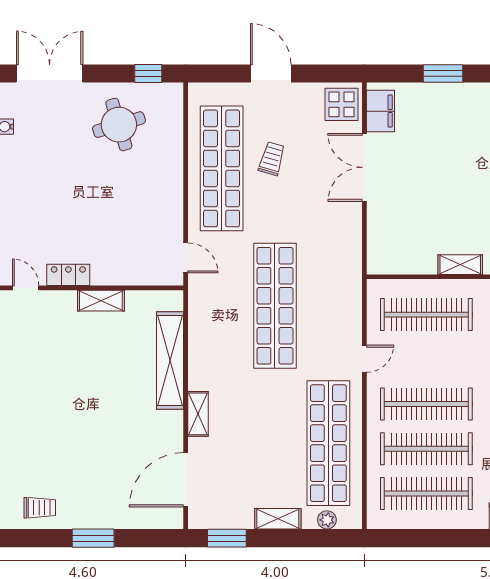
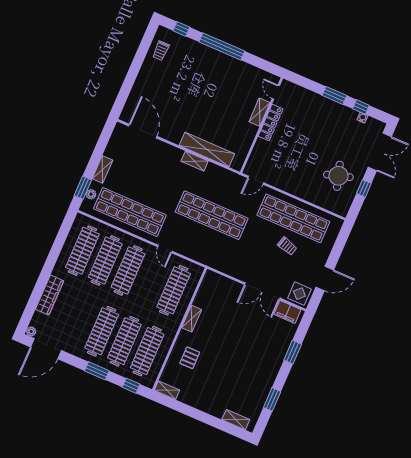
window: (148, 74) -> (364, 188), moved
door: (271, 74) -> (325, 278), moved
double door: (364, 167) -> (262, 291), swing flipped
locker: (68, 275) -> (271, 122), width x1.53
door: (26, 288) -> (276, 92), swing flipped
shelving: (101, 301) -> (259, 112), moved
shelving: (198, 414) -> (195, 161), moved
window: (93, 538) -> (134, 71), removed
window: (227, 538) -> (83, 188), moved

